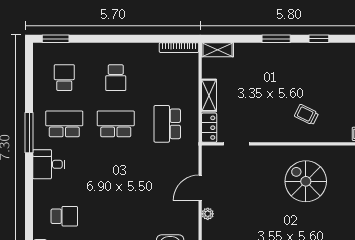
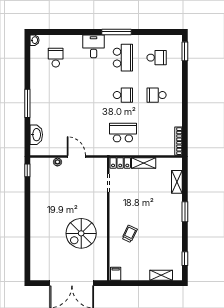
window: (319, 39) -> (185, 259), moved
shelving: (218, 50) -> (177, 182), moved
school desk: (116, 124) -> (123, 95), width x0.54
spiral stairs: (306, 181) -> (81, 233), turned 180
school desk: (64, 216) -> (56, 58), turned 180

